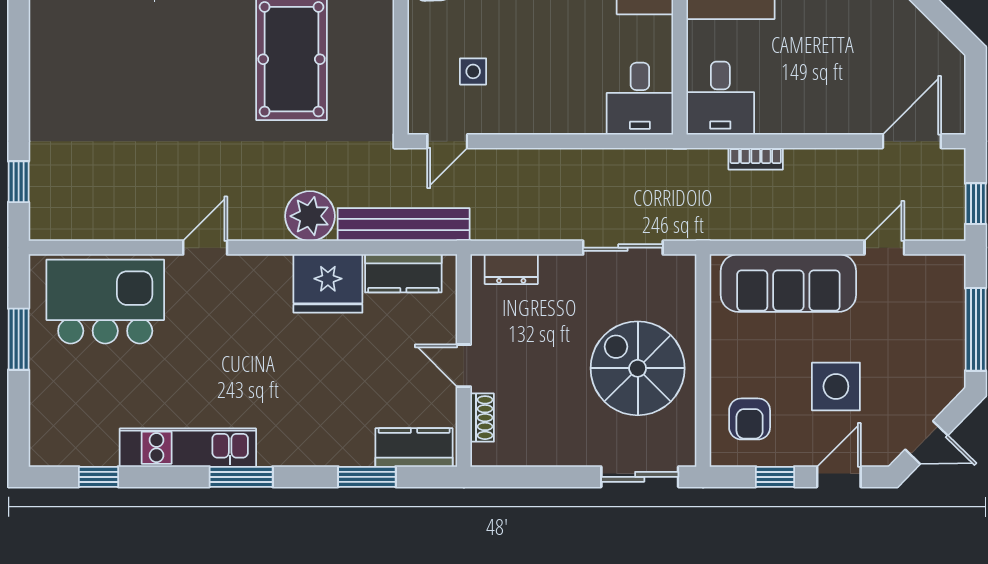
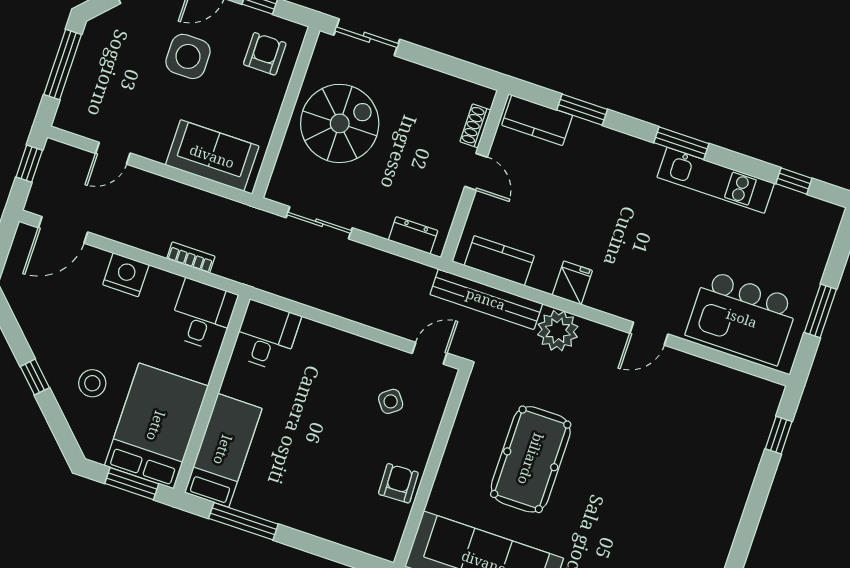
side table: (473, 71) -> (391, 401), turned -37
nightstand: (823, 114) -> (126, 275), added
fridge: (328, 283) -> (572, 283), width x0.53, depth x0.75
sofa: (788, 283) -> (212, 156), width x0.73
spiral stairs: (638, 368) -> (340, 123), turned -90

